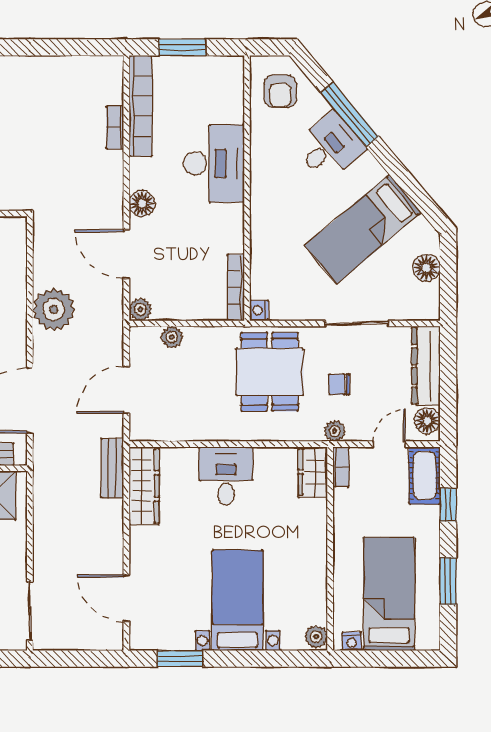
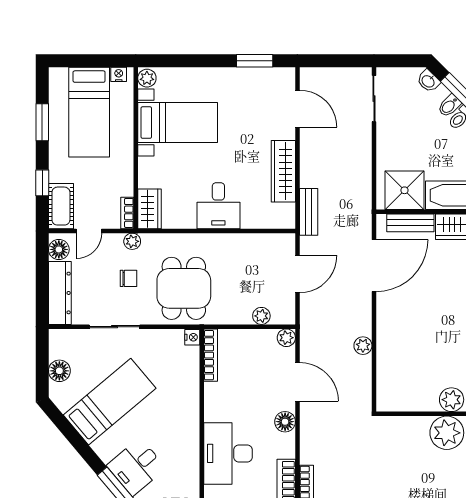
plant: (54, 309) -> (363, 346), width x0.53, depth x0.53
wardrobe: (144, 486) -> (283, 171), moved
bed with nightstands: (238, 600) -> (178, 123), moved, turned -90

